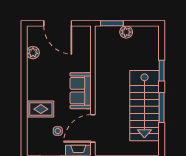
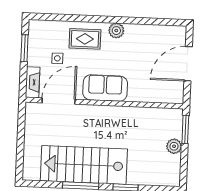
plant: (33, 53) -> (116, 31), moved
rug: (41, 109) -> (85, 39), turned 90
door: (93, 128) -> (59, 101), hinge flipped

